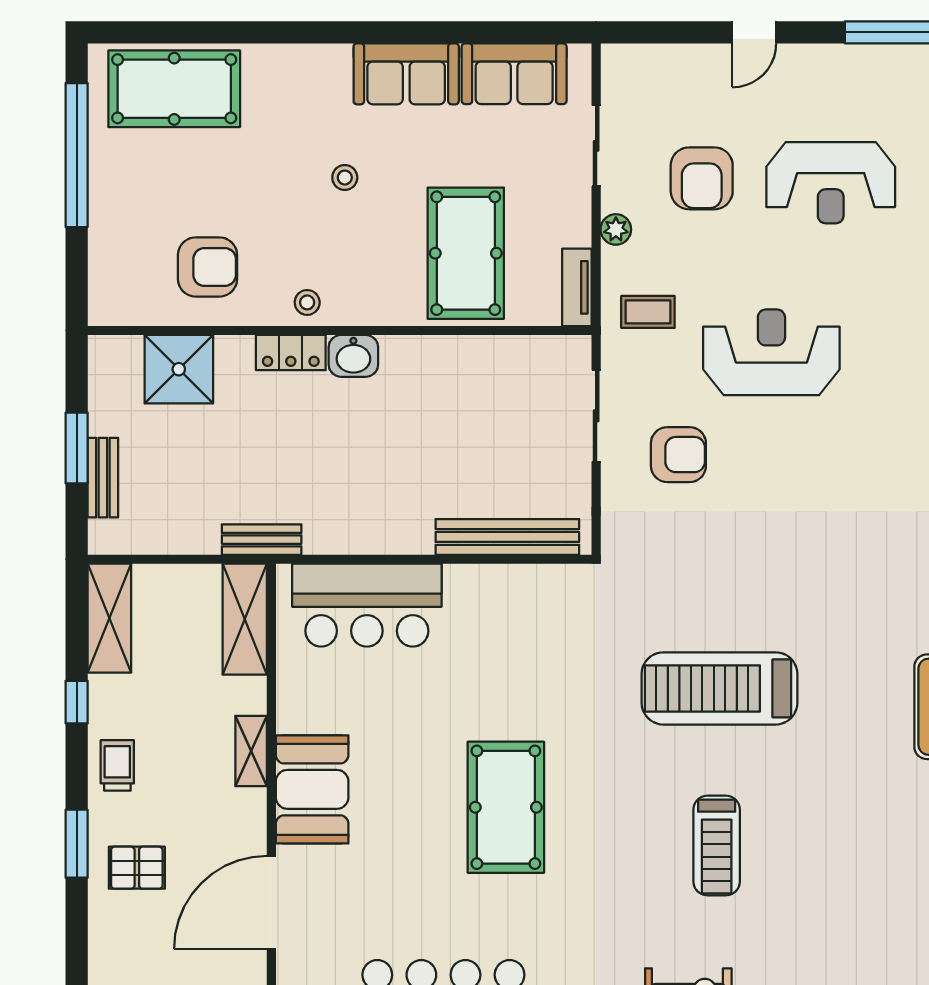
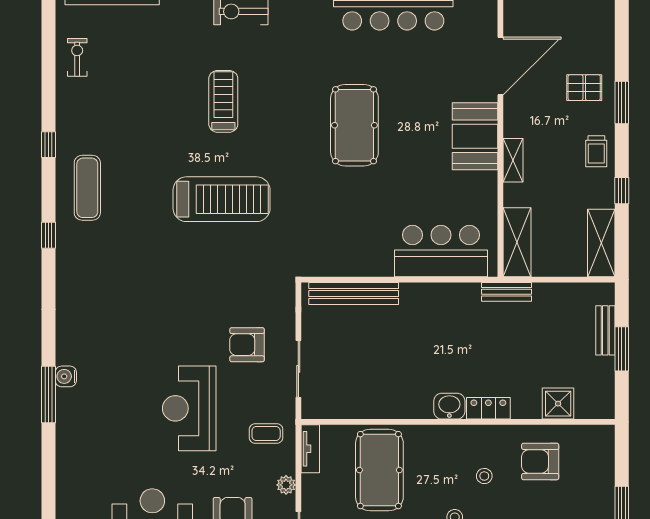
stool: (307, 302) -> (484, 476), moved
reception desk: (771, 352) -> (189, 408), turned 90
shower: (179, 369) -> (558, 404), width x0.73, depth x0.73

